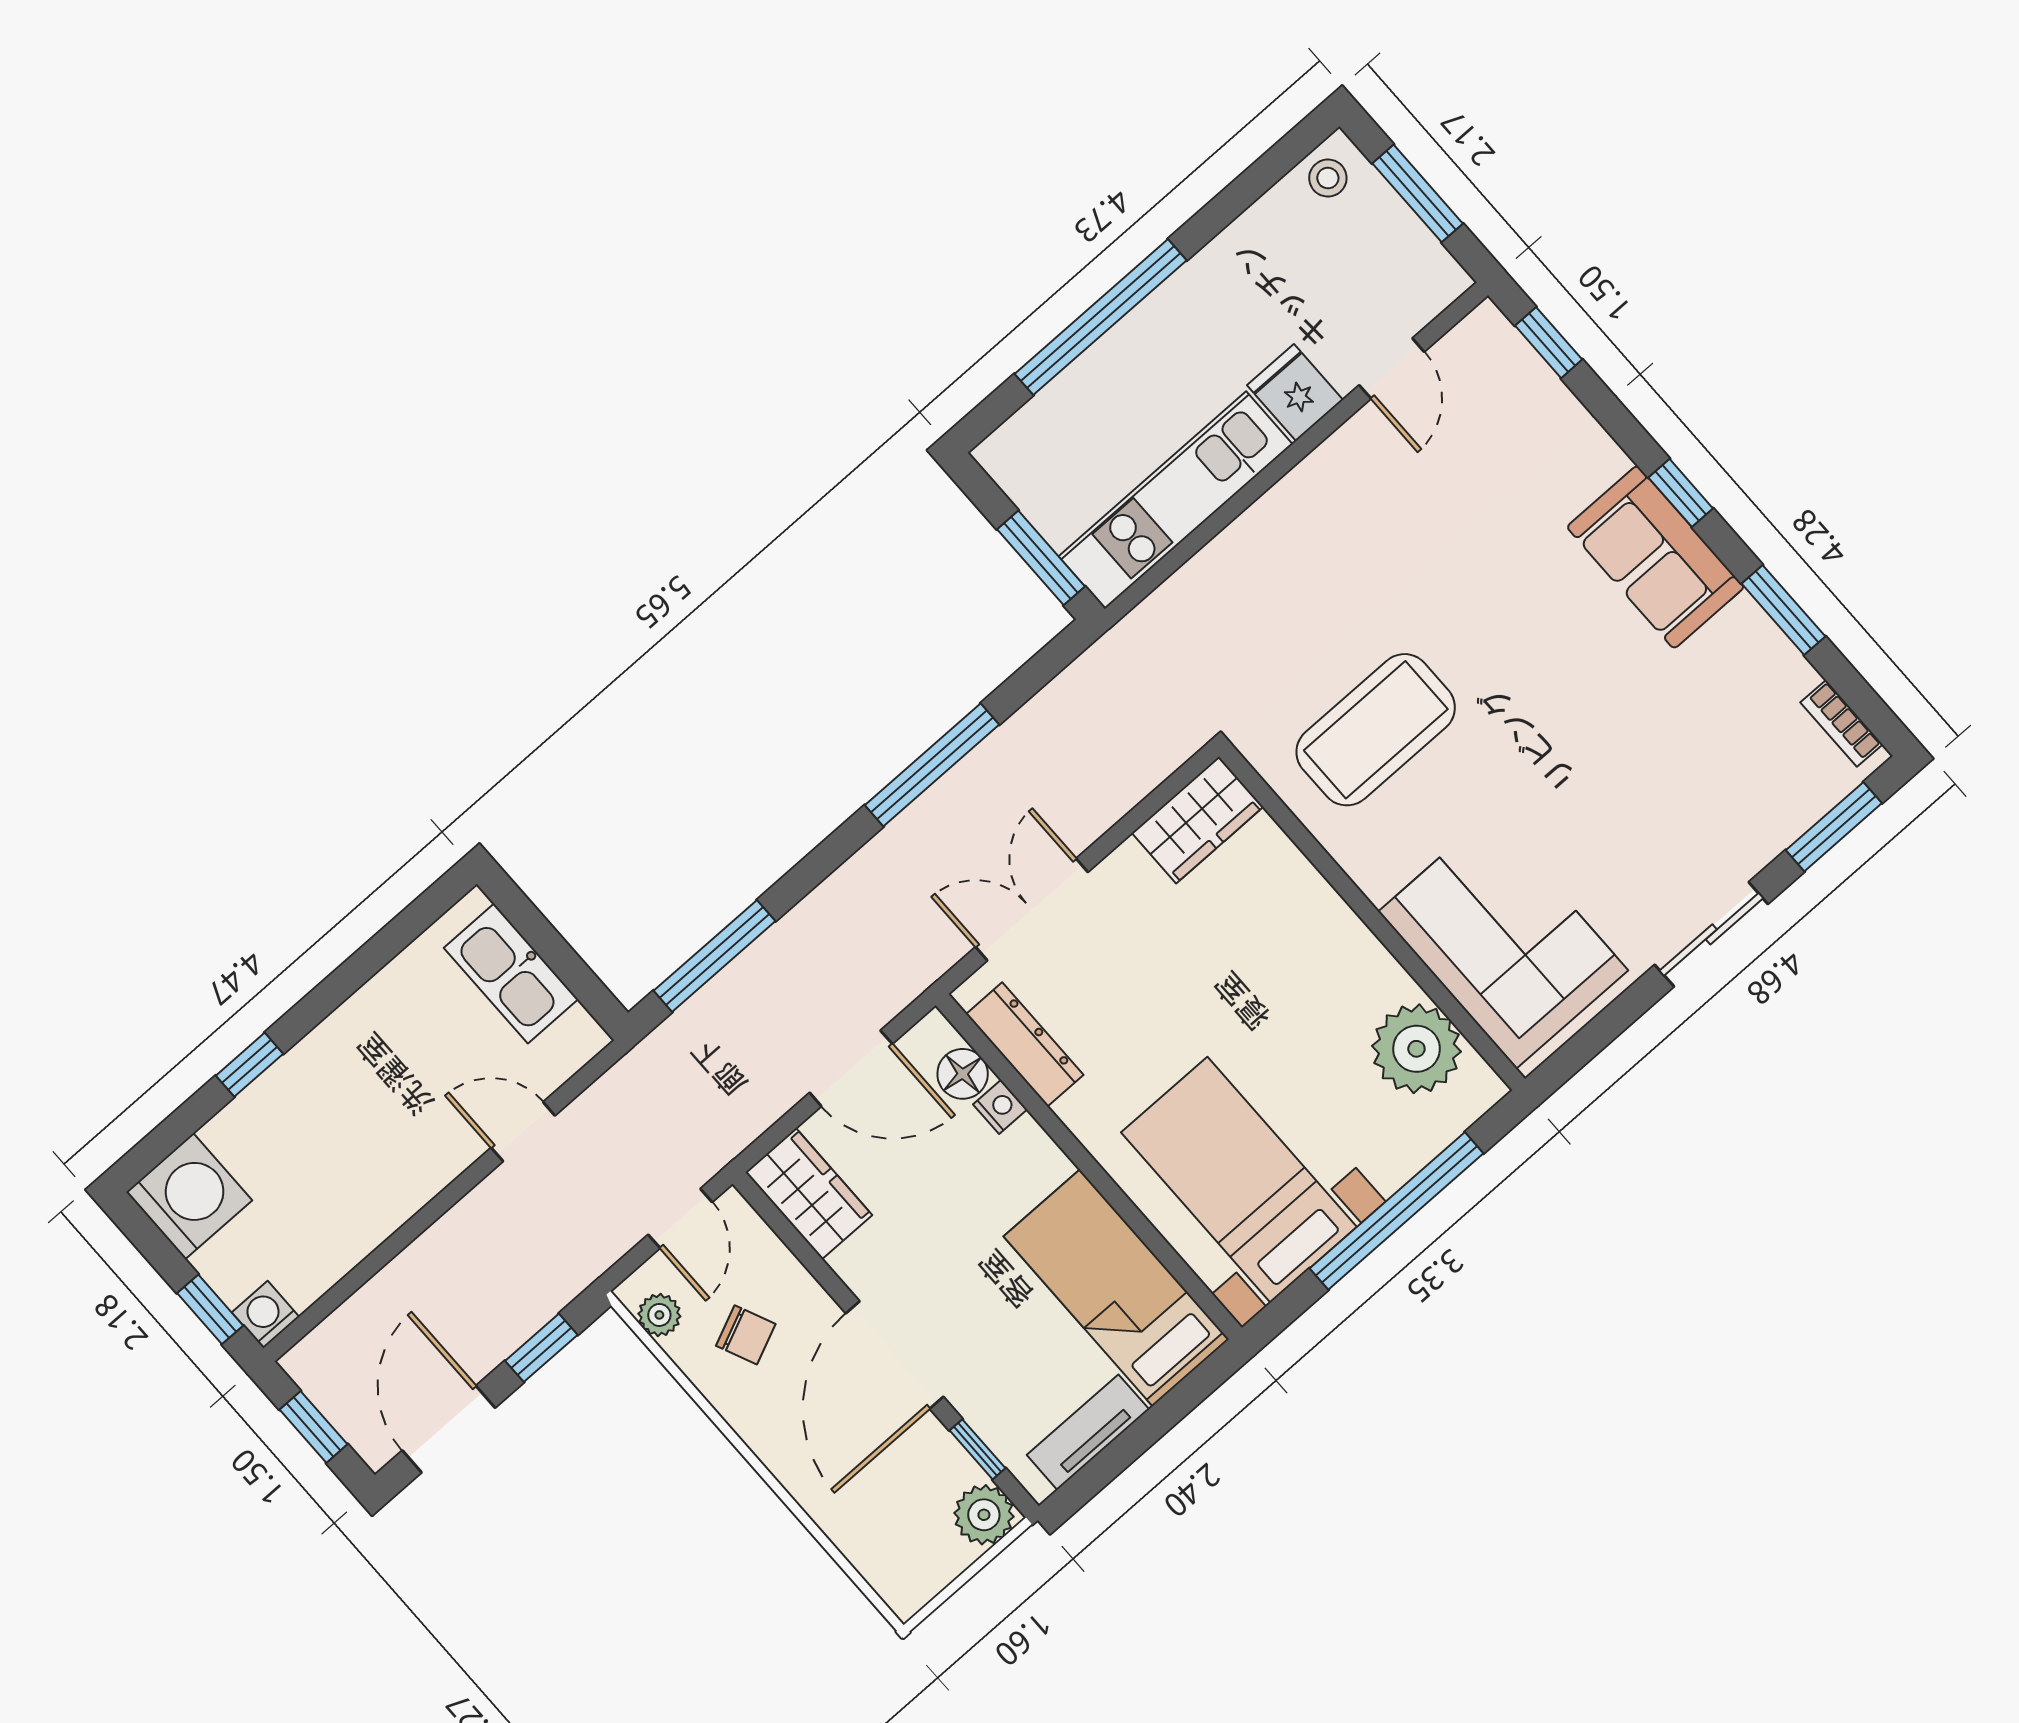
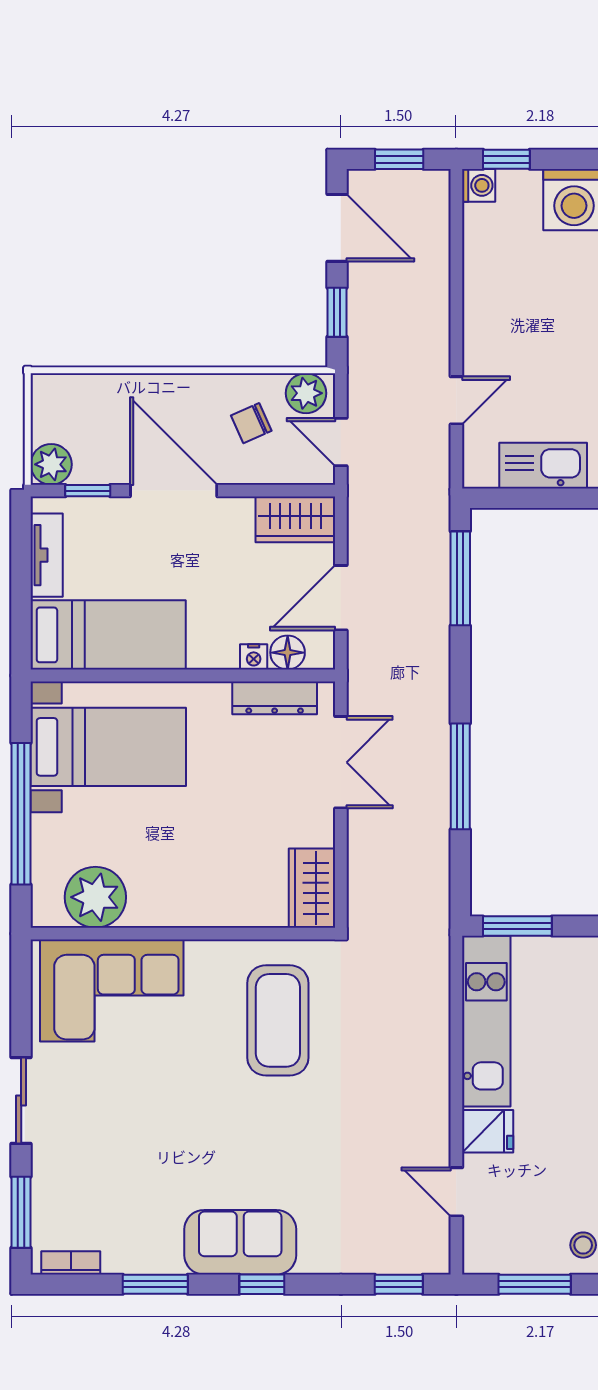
plant: (659, 1315) -> (306, 393), width x1.38, depth x1.38

